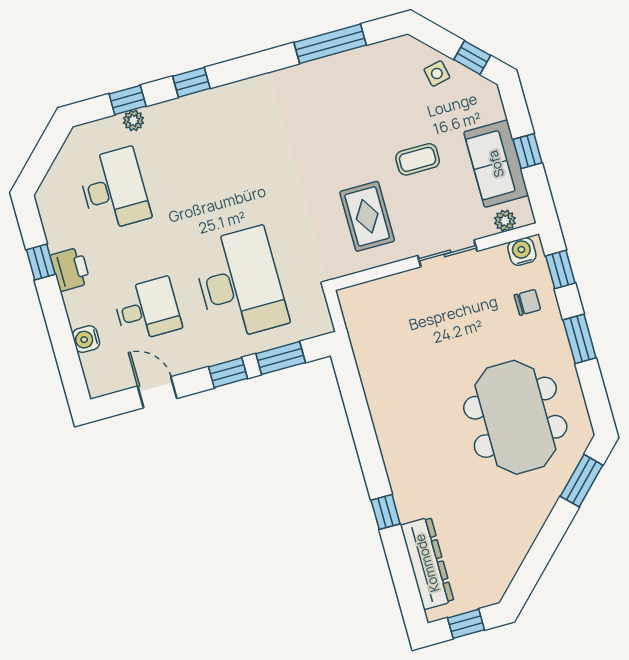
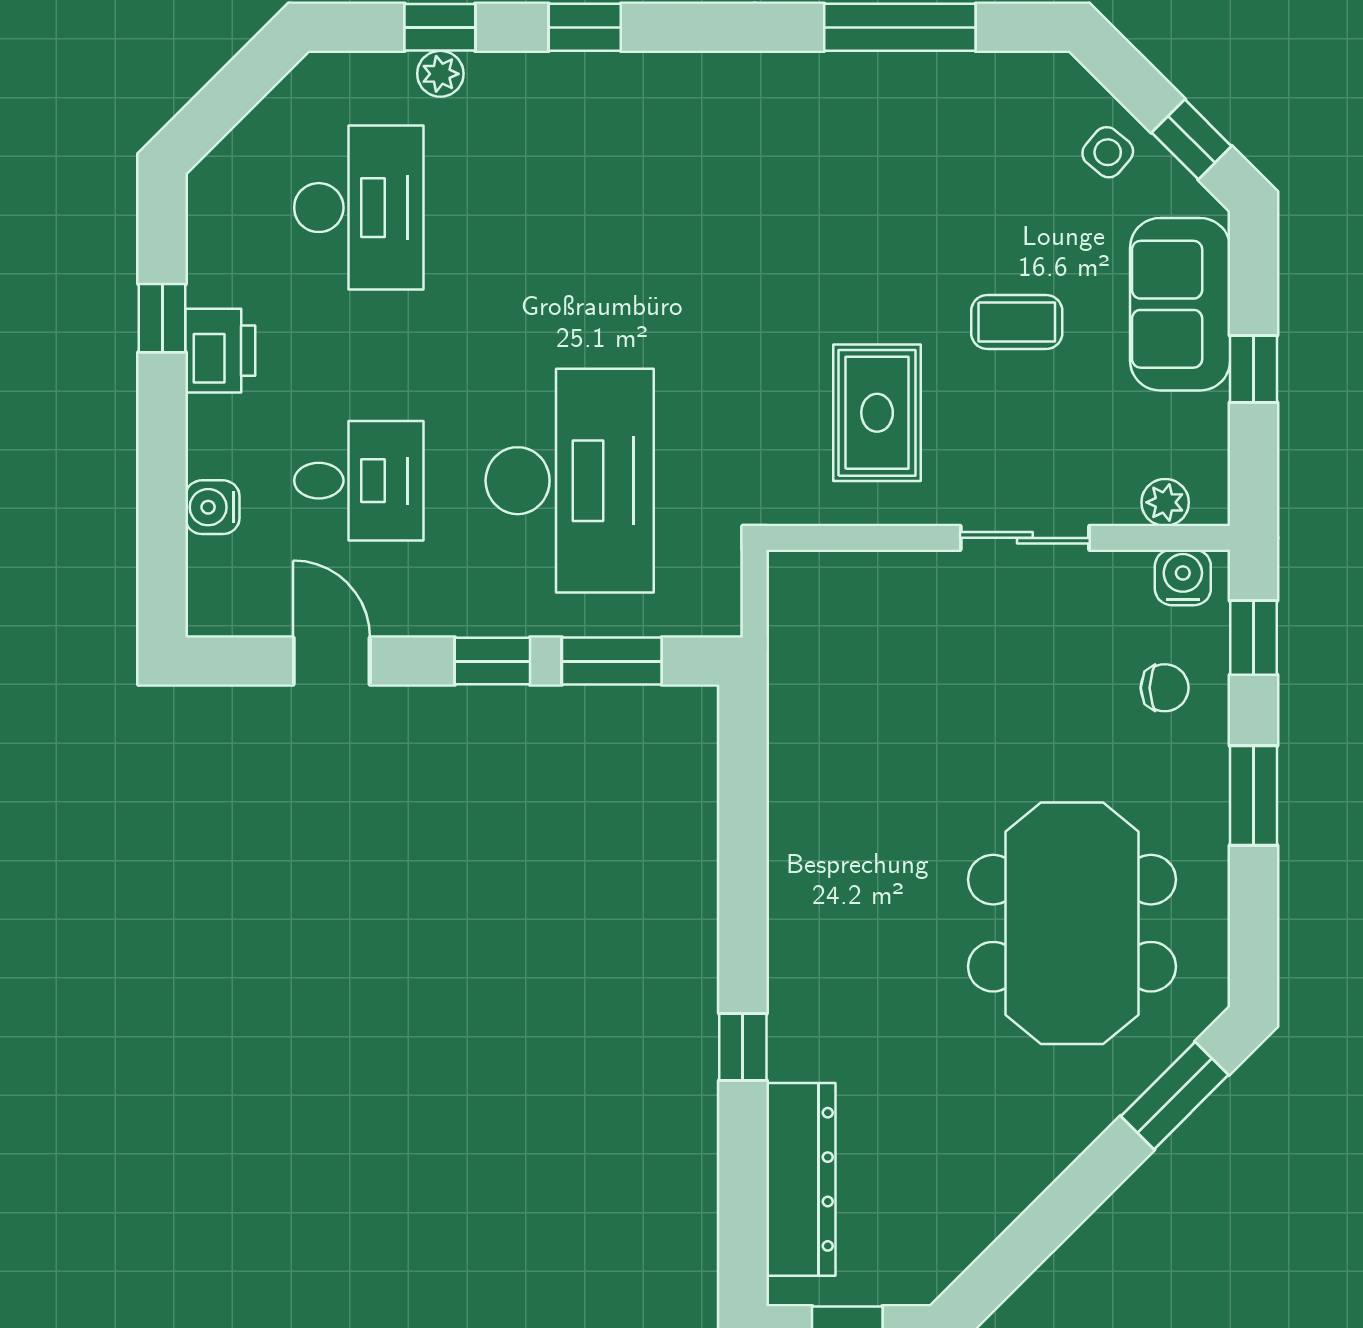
side table: (437, 73) -> (1108, 152), turned -38
sofa: (496, 164) -> (1180, 304), moved

